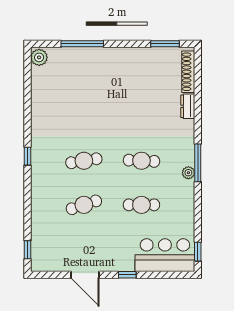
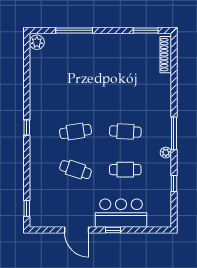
dresser: (188, 106) -> (165, 84), removed
plant: (188, 173) -> (166, 153), moved
cafe table: (84, 205) -> (76, 170), turned 36
window: (198, 252) -> (174, 184), moved
bar counter: (165, 255) -> (121, 213), moved

